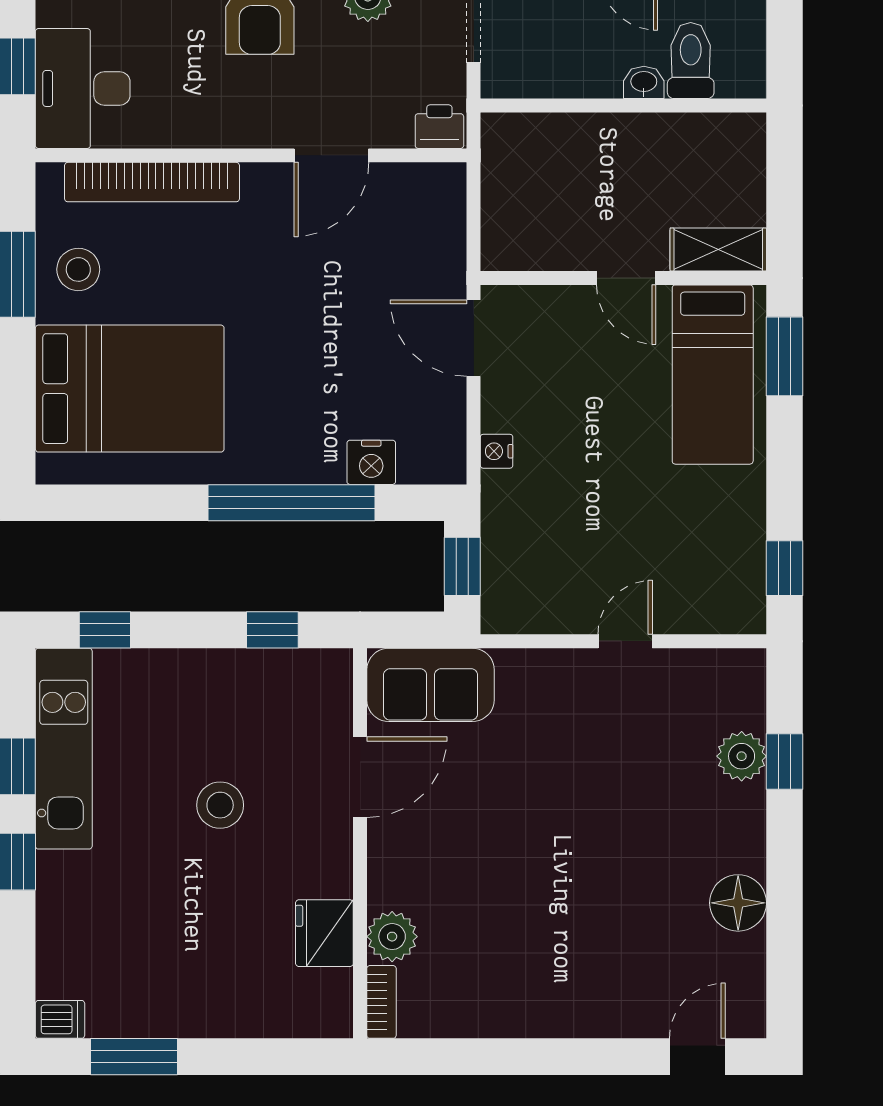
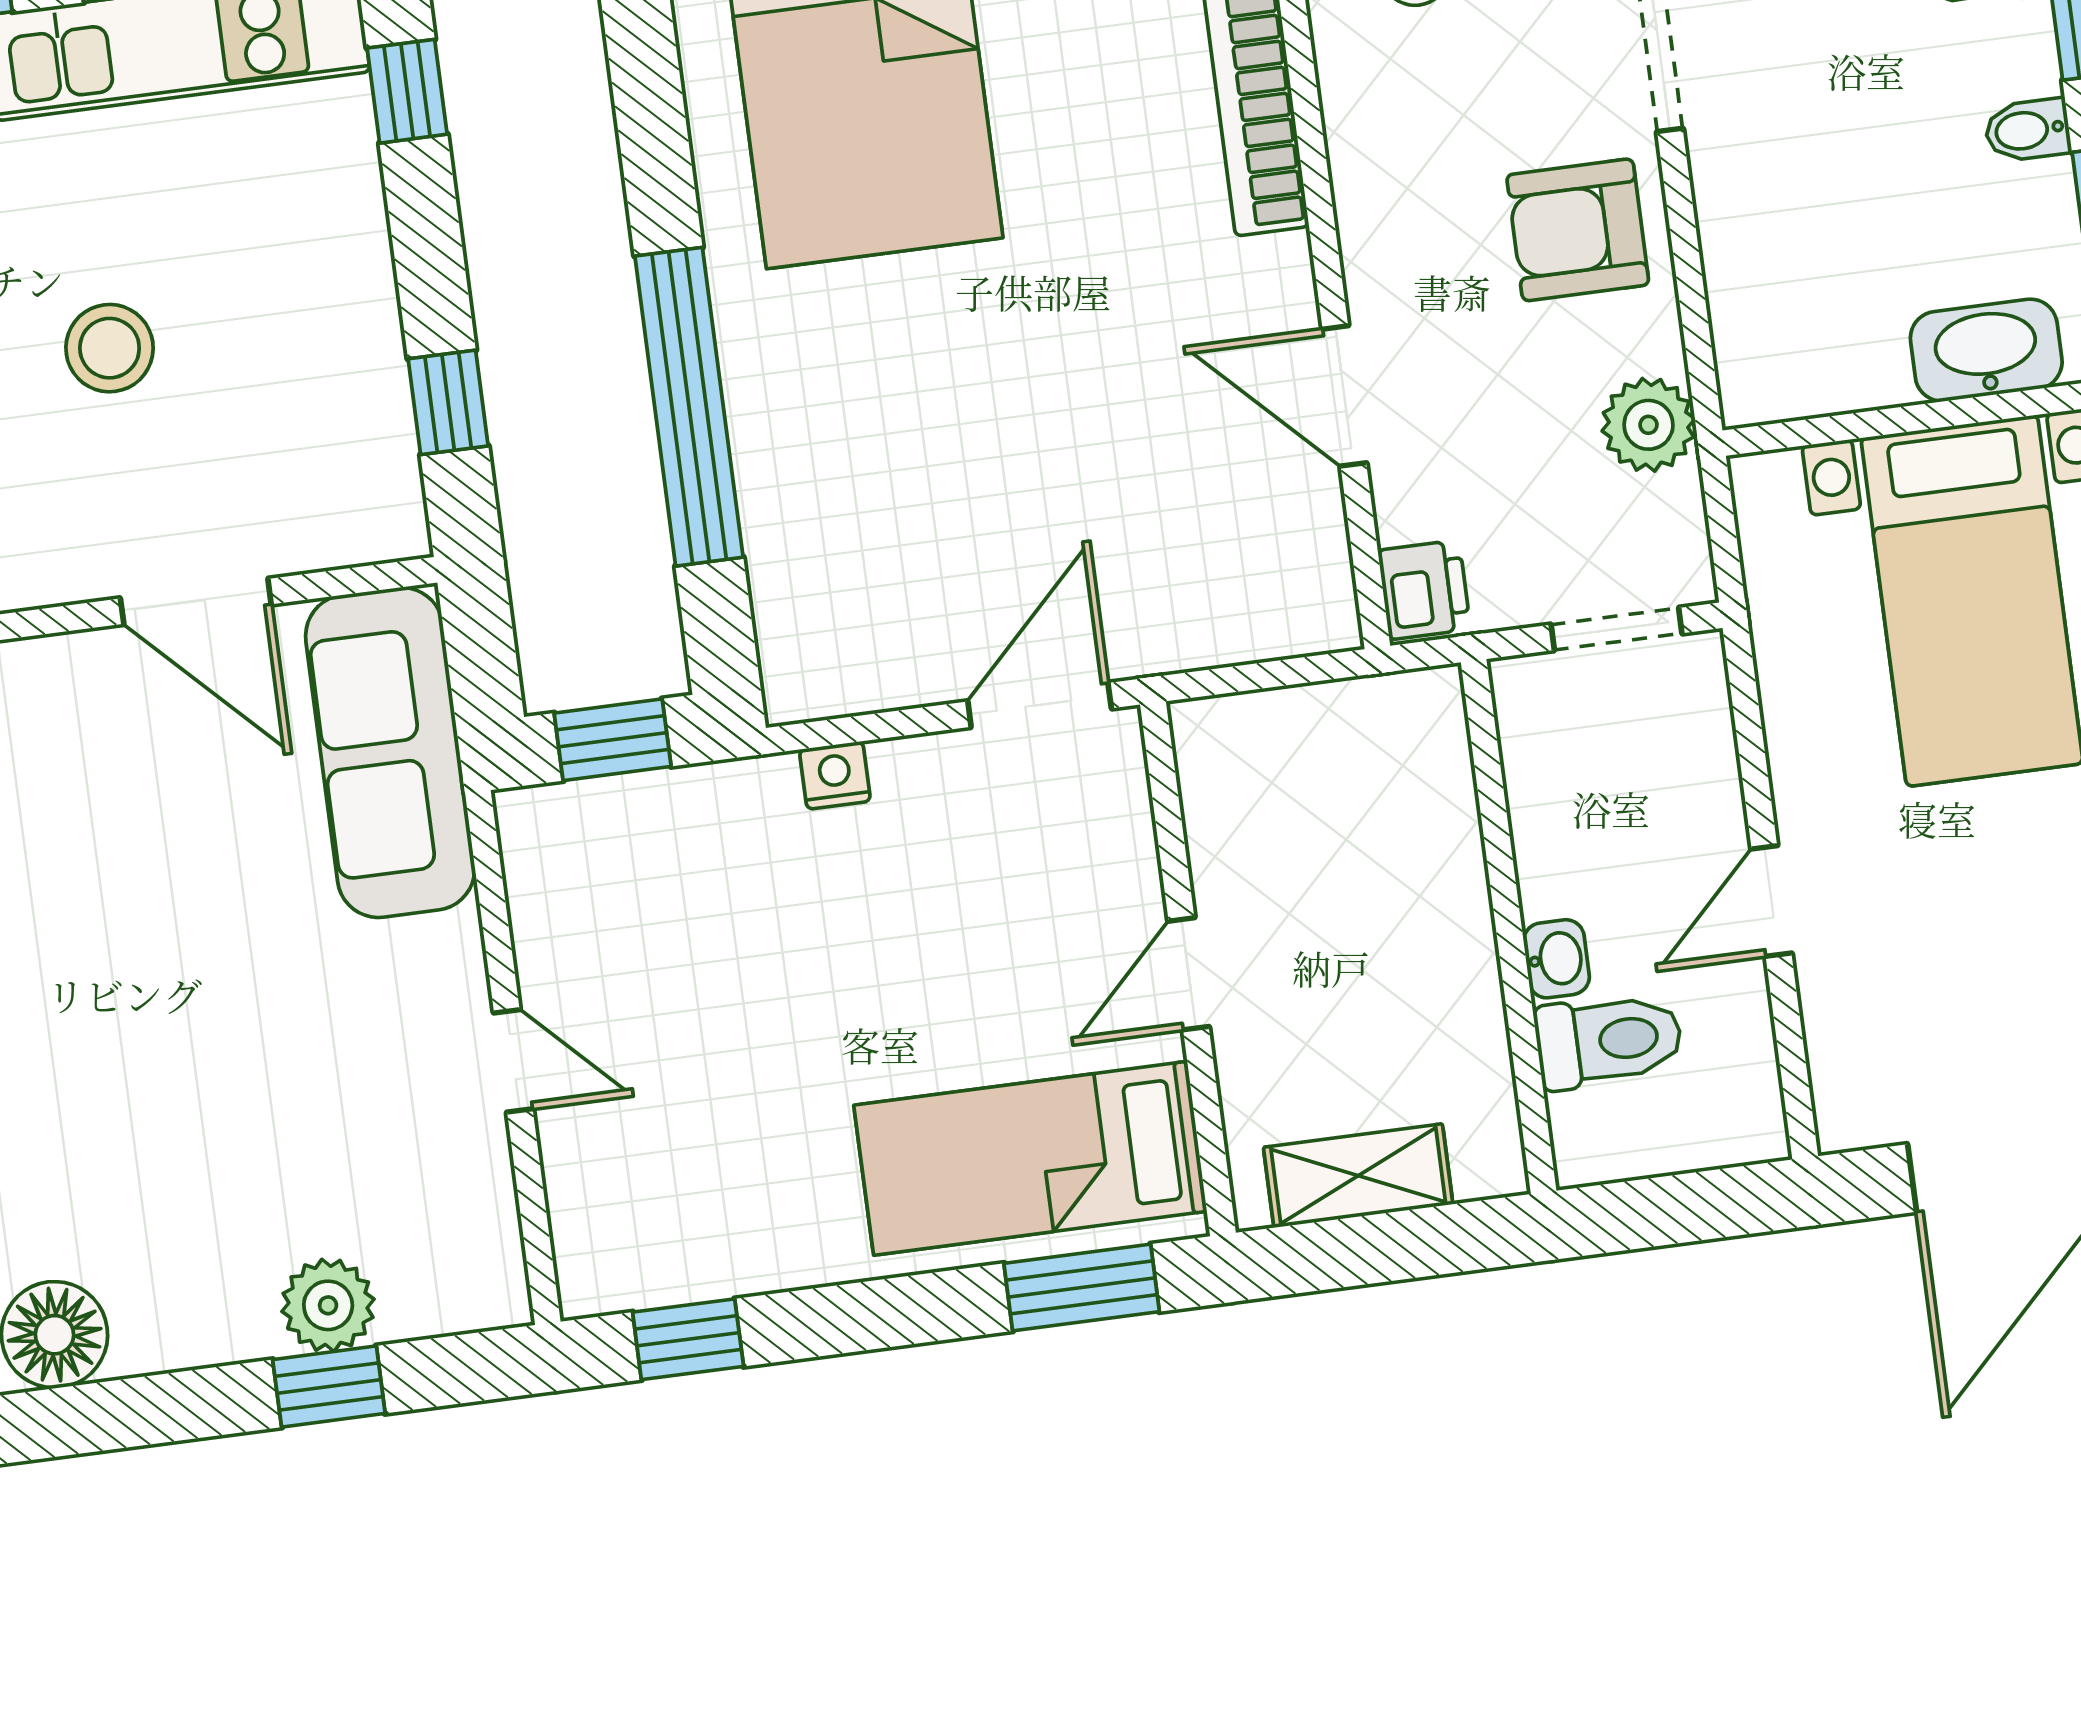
shelving: (718, 250) -> (1358, 1176), moved, turned 90
nightstand: (371, 462) -> (784, 545), removed
sofa: (431, 685) -> (390, 753), width x1.36

